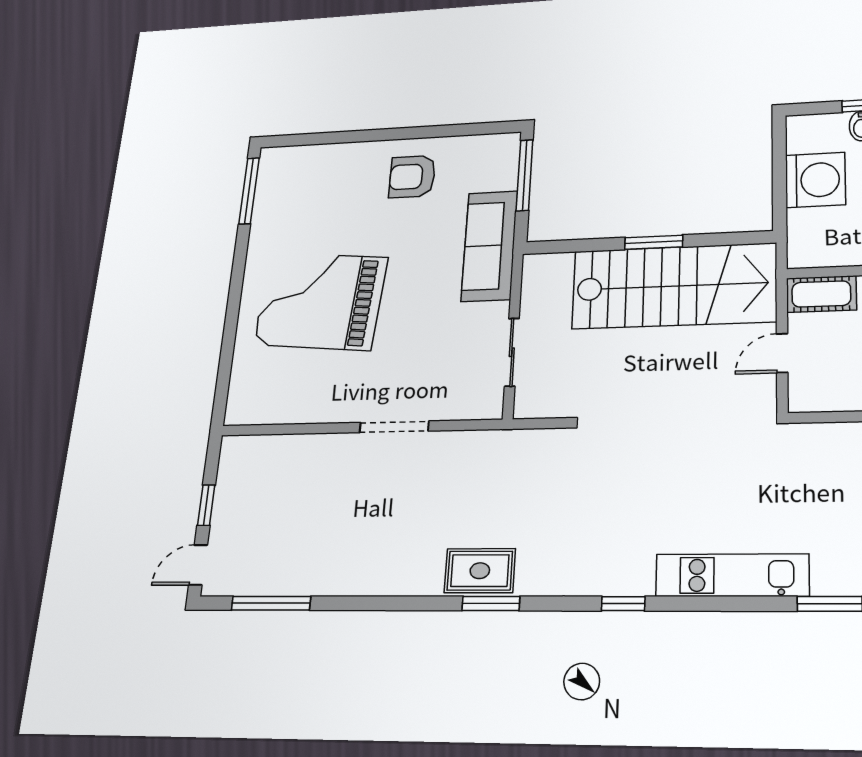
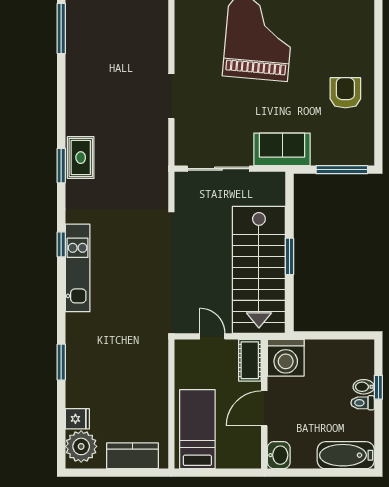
washing machine: (815, 180) -> (286, 358), moved
sofa: (489, 246) -> (282, 149), width x0.73
sliding door: (512, 352) -> (218, 169), width x1.37
kitchen unit: (732, 575) -> (78, 268), moved

